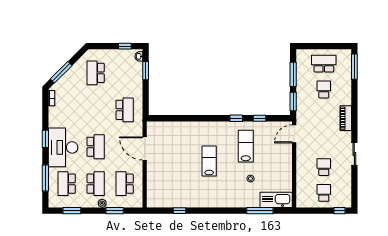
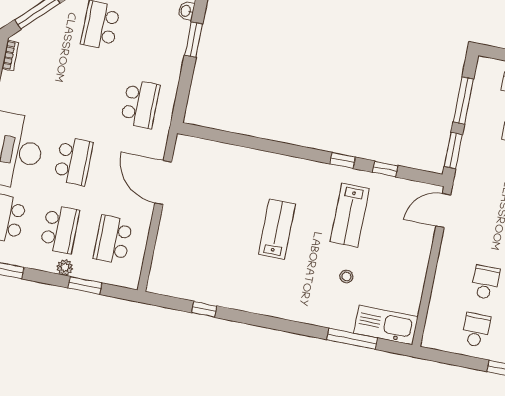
lab bench: (246, 146) -> (350, 215), turned 180

